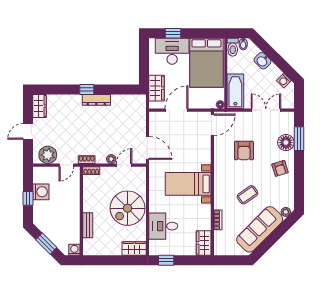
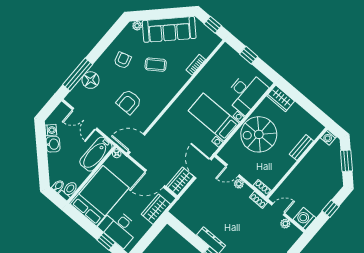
washbasin: (262, 61) -> (53, 144), moved
window: (299, 139) -> (78, 75), width x1.44
armchair: (244, 151) -> (129, 102), turned 180
plant: (48, 155) -> (285, 224), width x0.53, depth x0.53
armchair: (280, 168) -> (123, 60), moved
bed with nightstands: (188, 184) -> (214, 117), moved, turned 180
washing machine: (41, 192) -> (304, 219), moved
spiral stairs: (128, 208) -> (259, 134), turned 180
desk: (163, 226) -> (246, 93), width x1.37
wardrobe: (204, 243) -> (180, 181), moved, turned 180
window: (166, 260) -> (249, 55), moved
window: (230, 260) -> (213, 25), added

